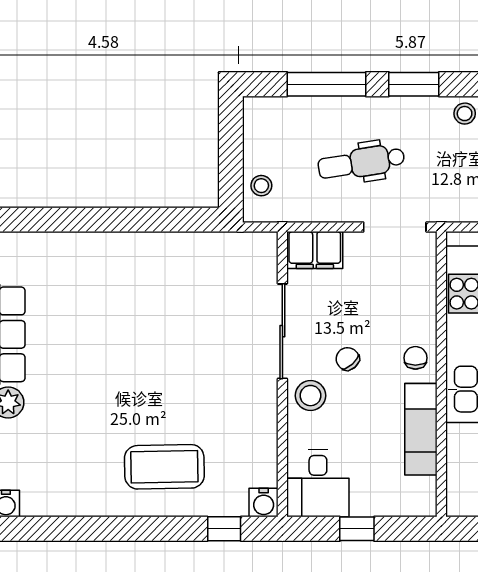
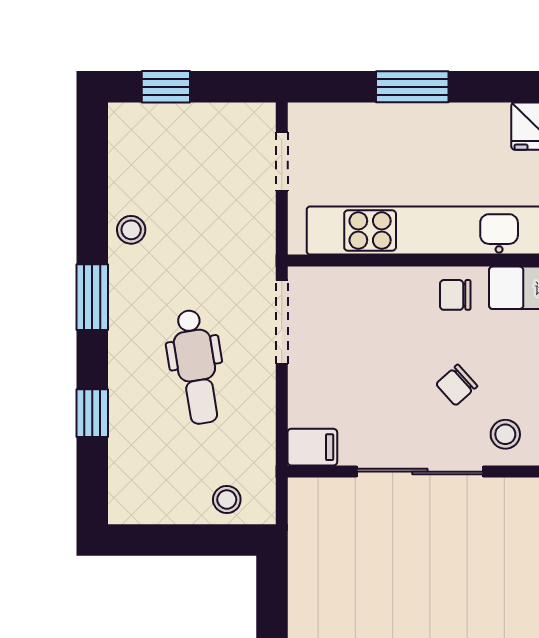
window: (326, 84) -> (92, 413), width x0.46
filing cabinet: (315, 250) -> (312, 447), width x0.50
stool: (310, 396) -> (505, 434), width x0.73, depth x0.73

